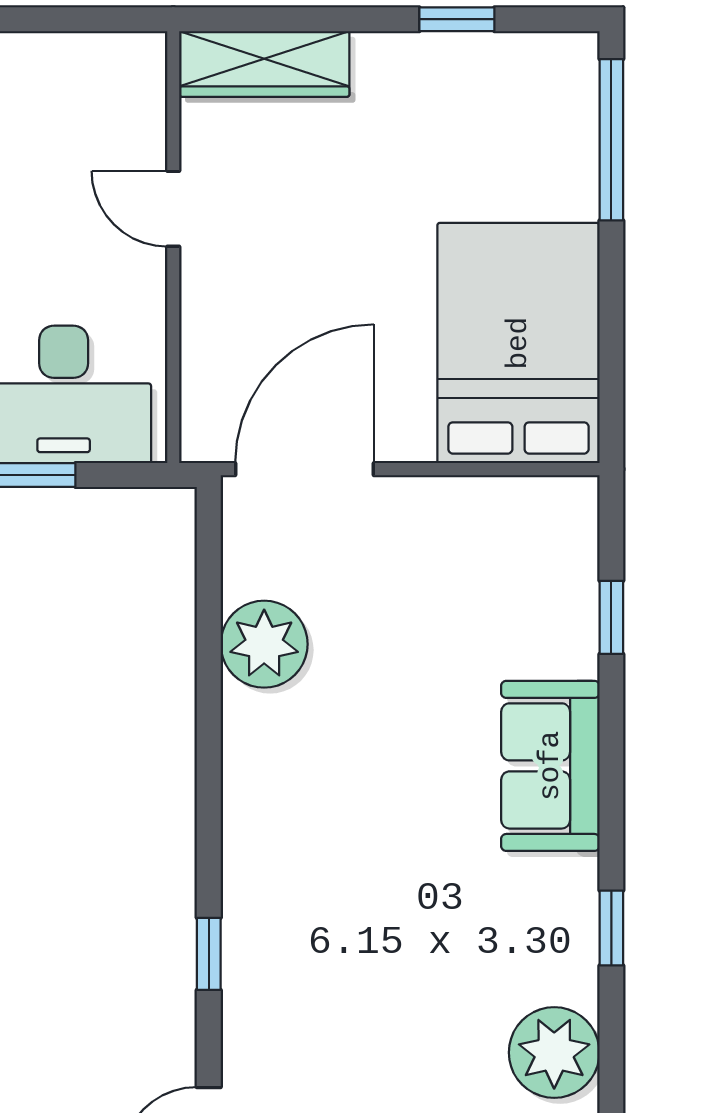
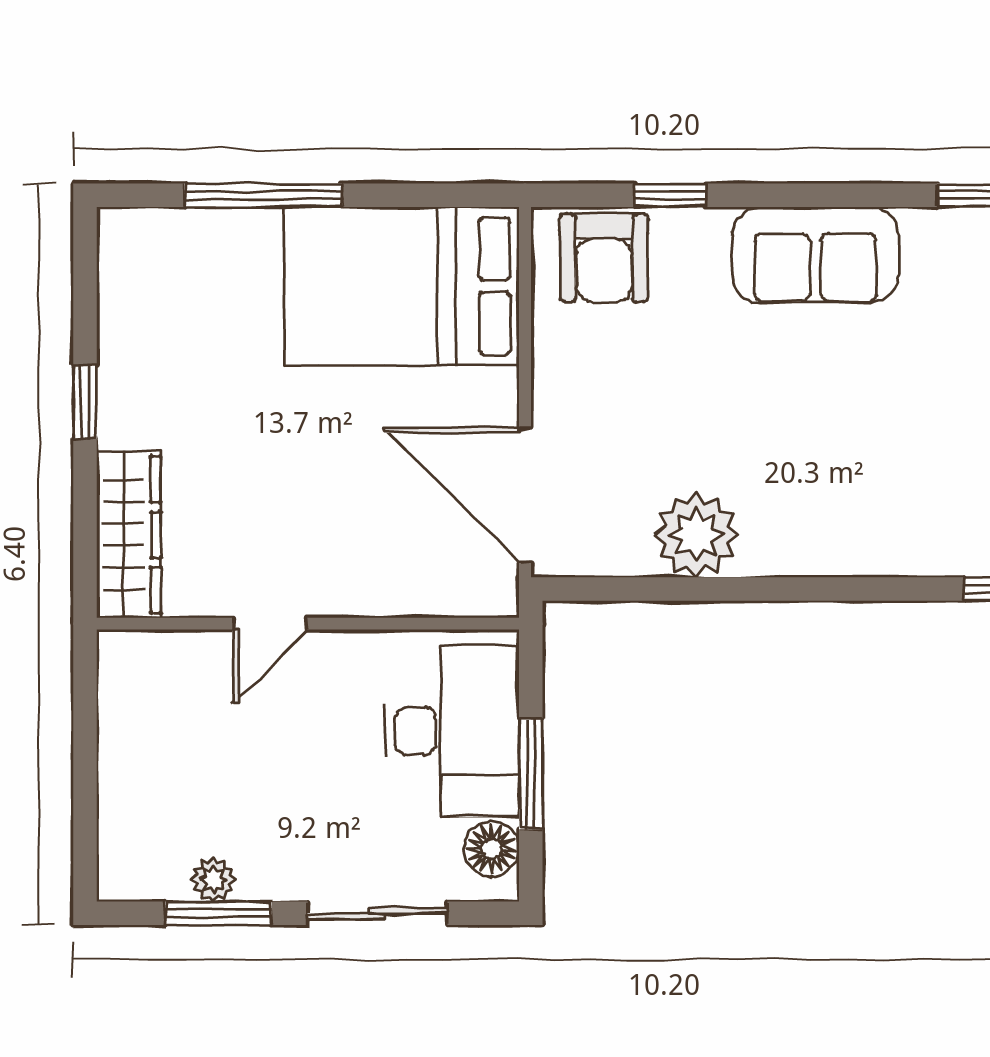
window: (457, 19) -> (85, 402), moved
window: (611, 140) -> (263, 195), moved
armchair: (547, 550) -> (604, 258), added

